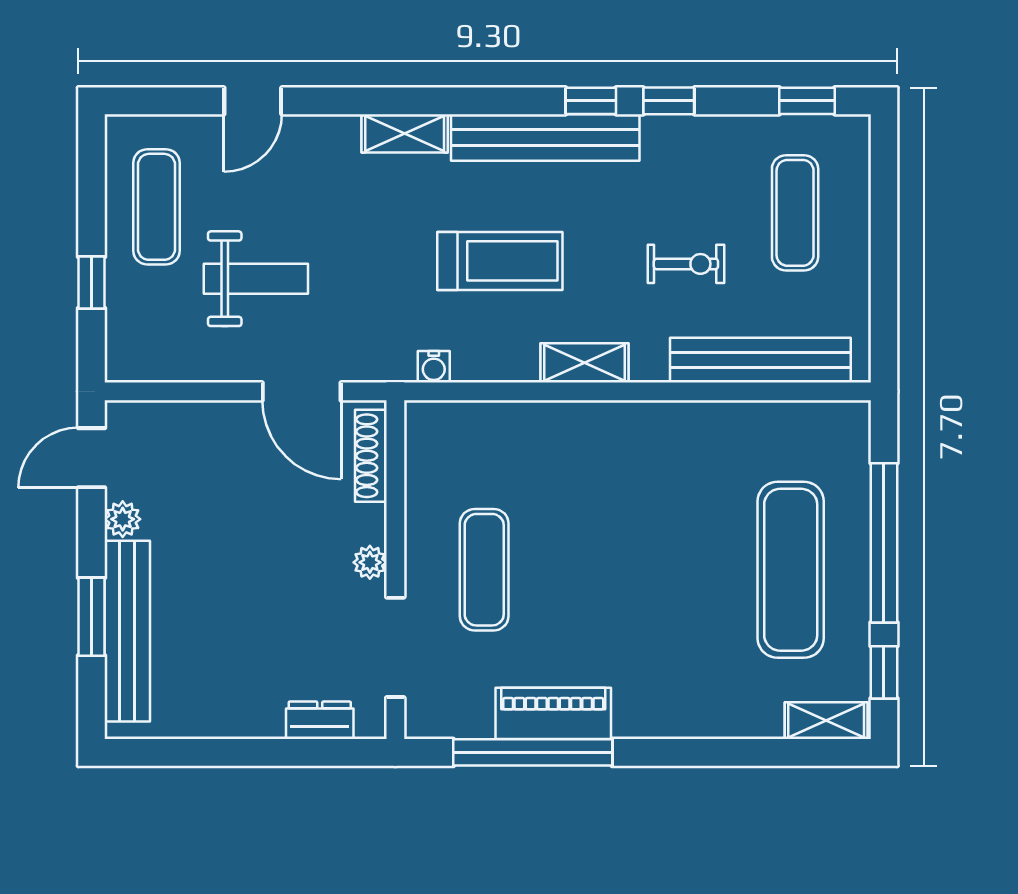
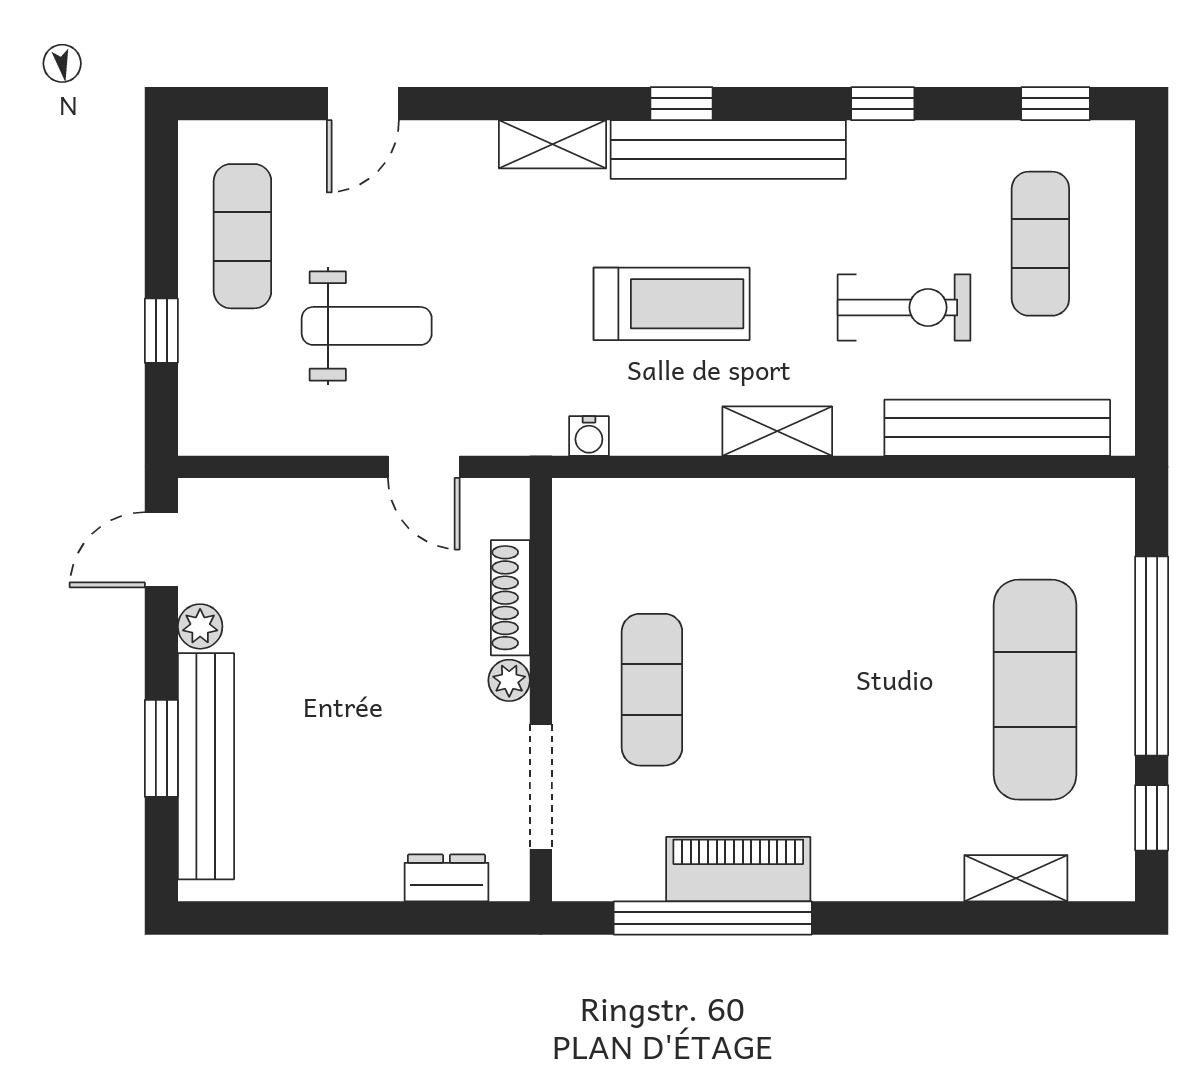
window: (591, 101) -> (681, 104), moved
exercise bike: (686, 264) -> (904, 307), width x1.38, depth x1.39
door: (302, 391) -> (424, 467), width x0.73
shoe rack: (371, 456) -> (510, 598), moved
shelving: (826, 721) -> (1016, 878), moved

